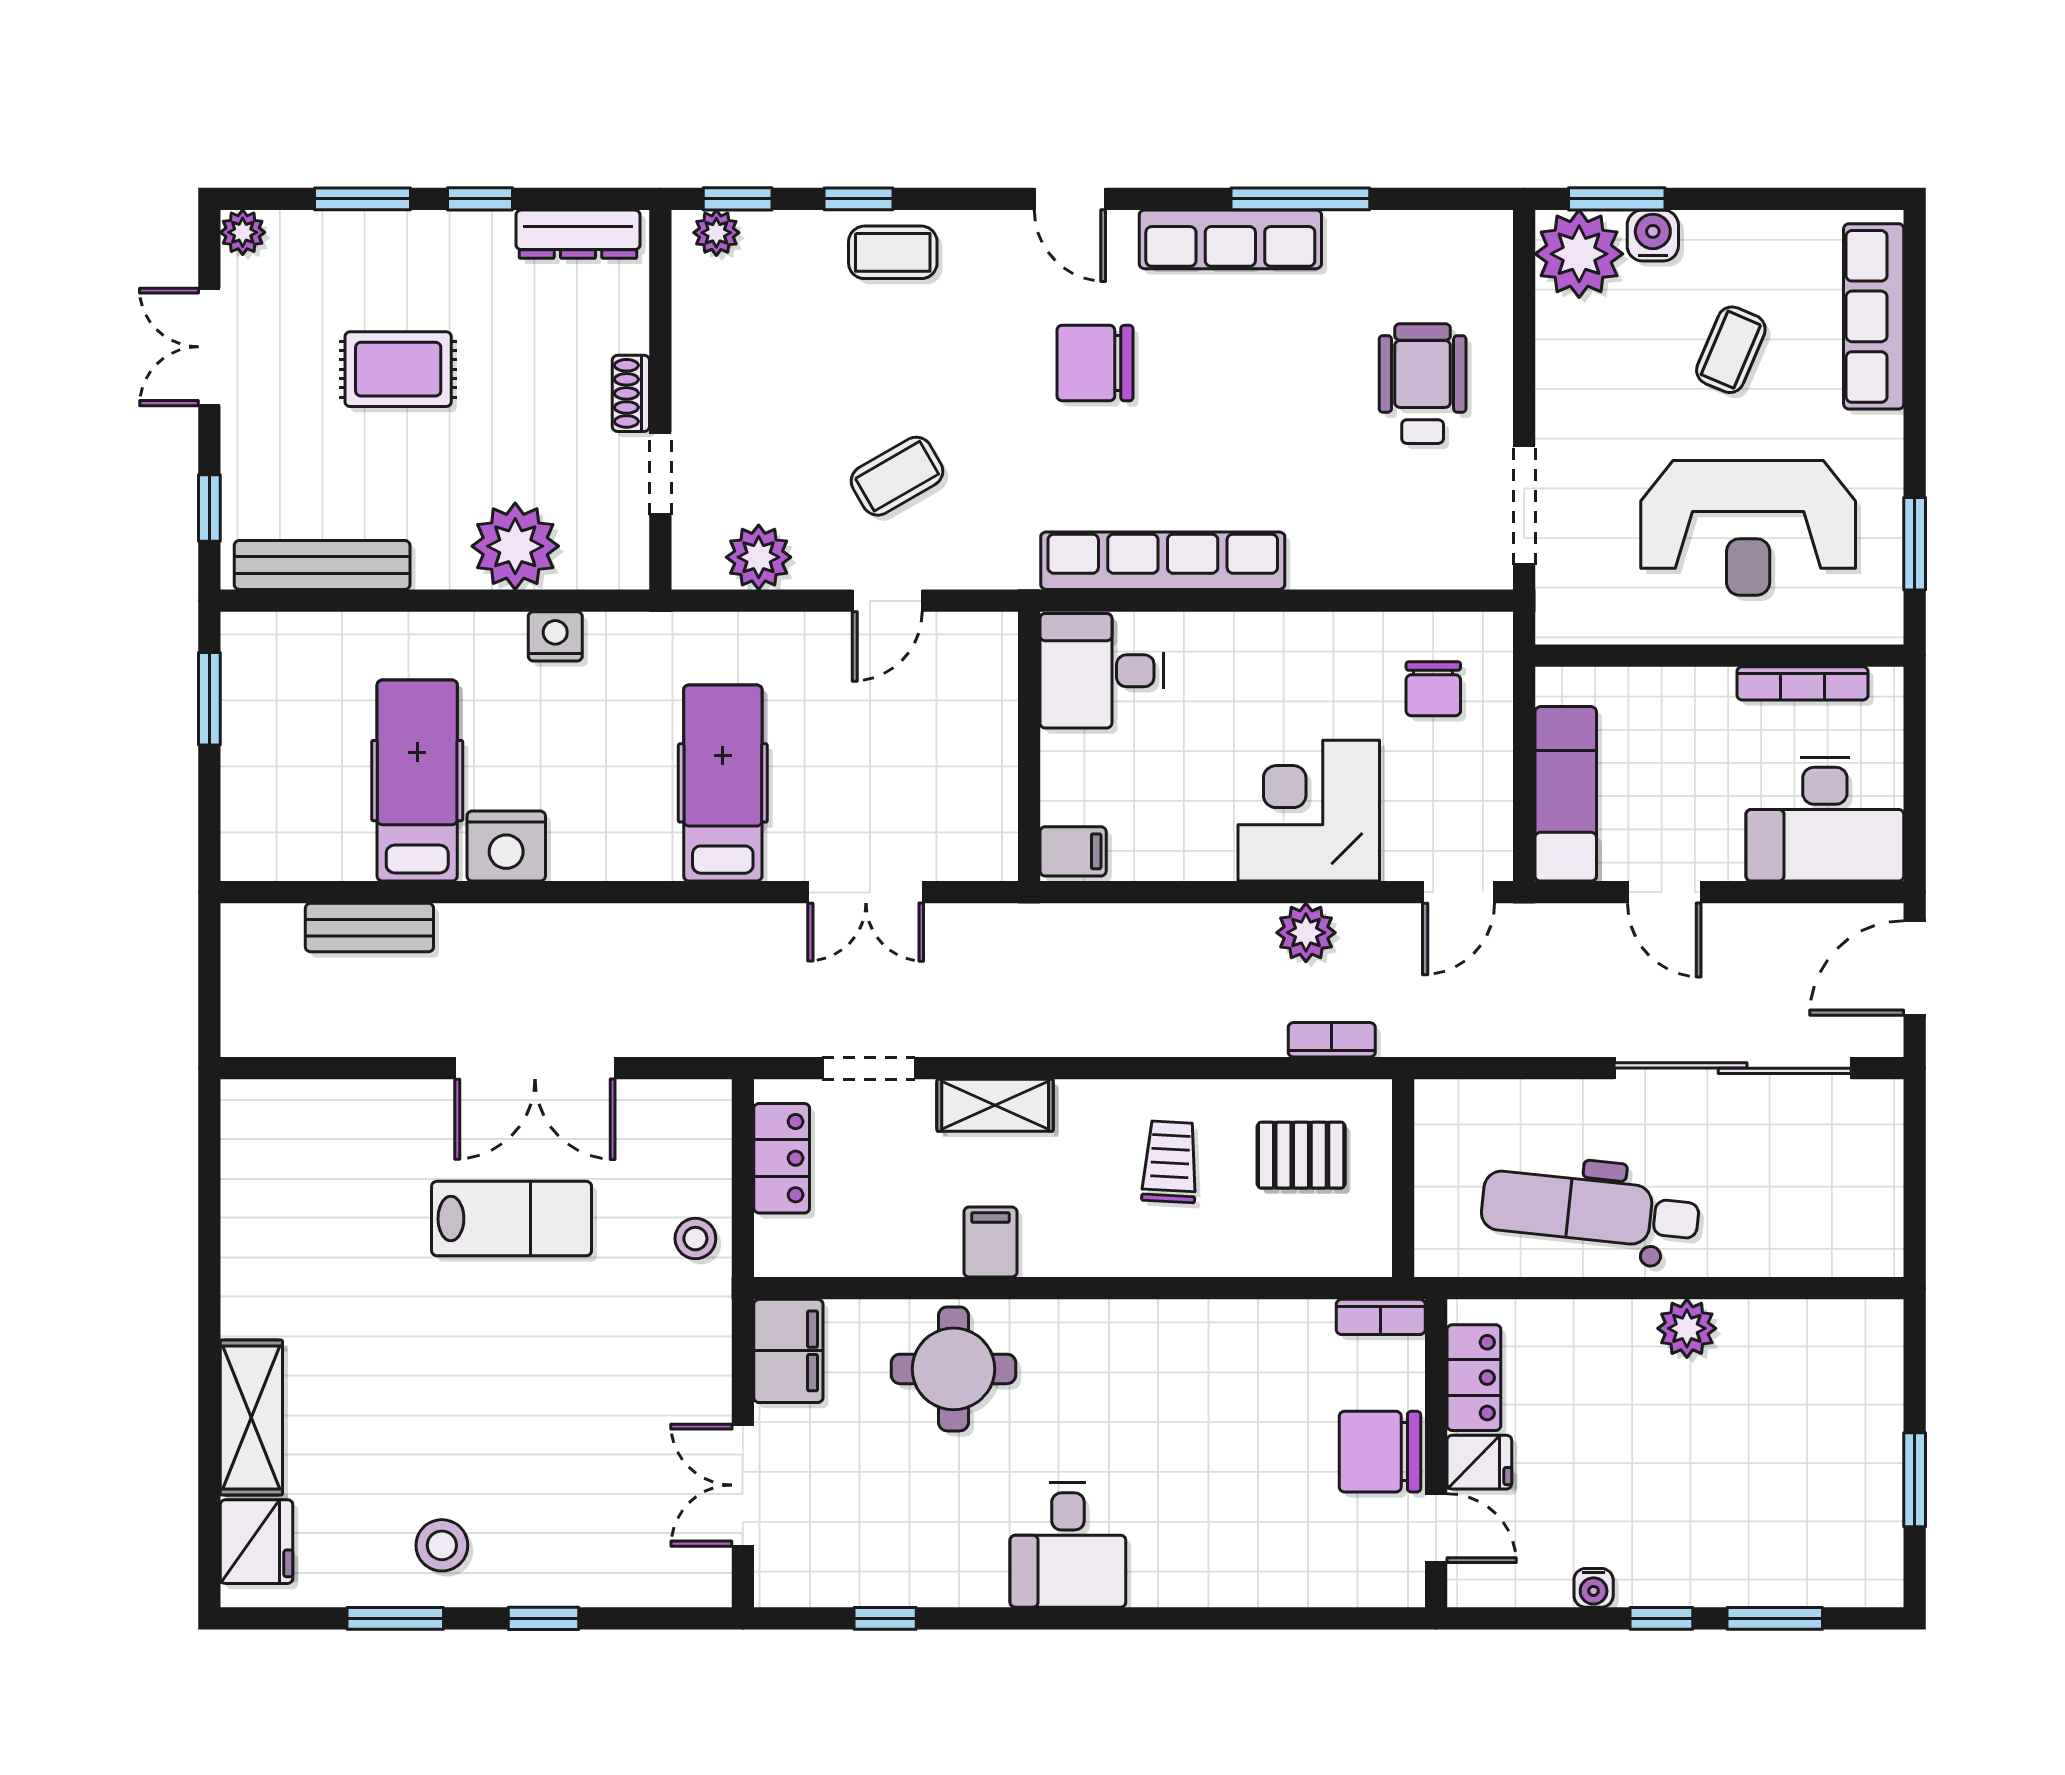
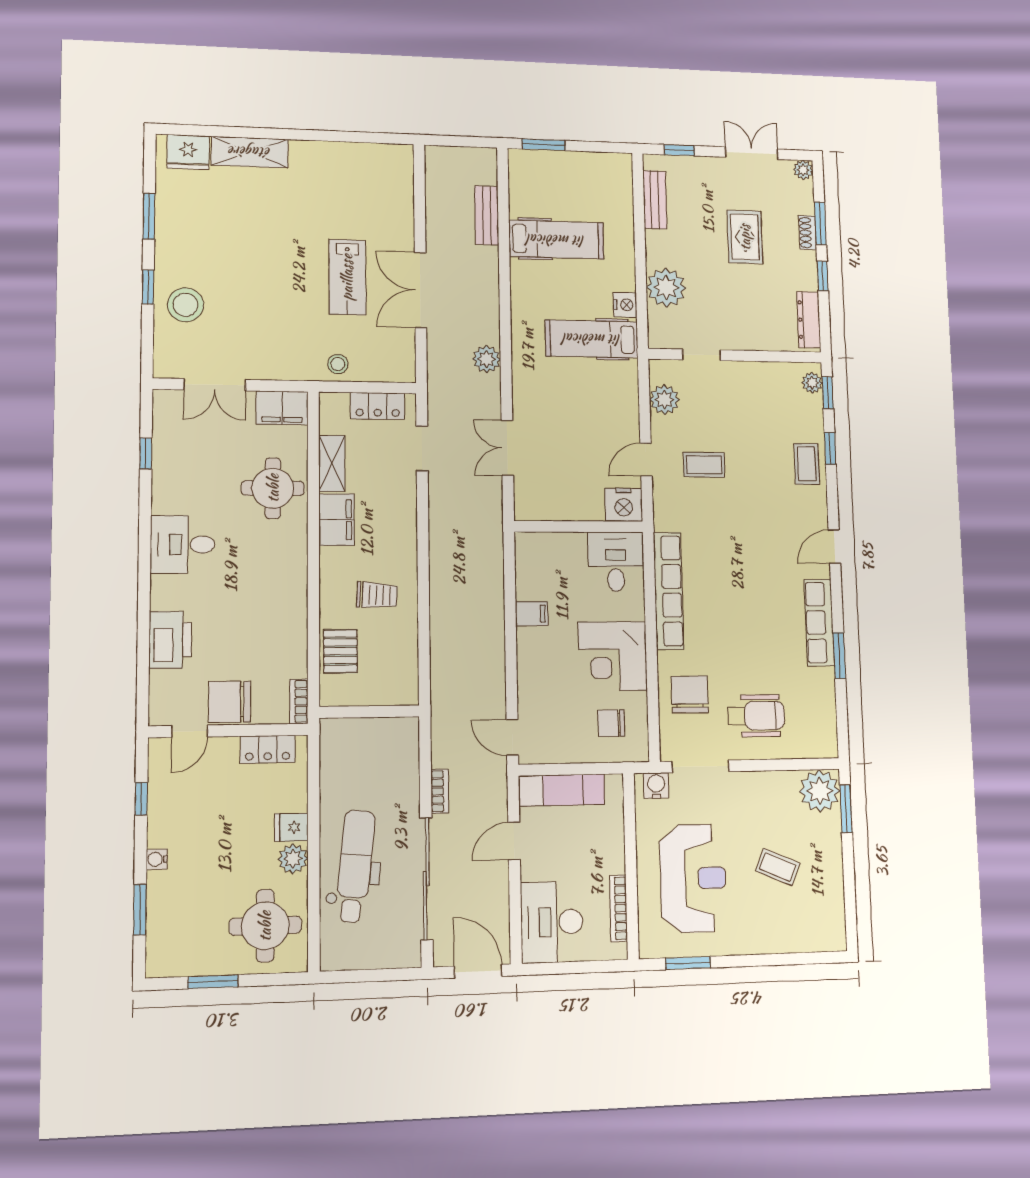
window: (1300, 199) -> (839, 656), width x0.69
water cooler: (1653, 236) -> (656, 786), moved, turned -90
row of seats: (1874, 316) -> (796, 938), removed
chair: (1095, 363) -> (690, 694), moved
shoe rack: (631, 393) -> (808, 233), moved, turned -90
coffee table: (897, 476) -> (704, 465), turned -60
reception desk: (1748, 528) -> (693, 878), turned 180
bench: (322, 565) -> (655, 200), width x0.73
door: (887, 601) -> (646, 460), hinge flipped
window: (209, 699) -> (544, 145), moved
hospital bed: (723, 783) -> (592, 339), moved, turned 180
corner desk: (1309, 811) -> (613, 656), moved, turned 180
nightstand: (506, 846) -> (624, 505), moved, turned -90
filing cabinet: (1073, 851) -> (532, 614), moved, turned -90
plant: (1306, 933) -> (487, 359), moved
bookcase: (1332, 1040) -> (440, 791), moved
shelving: (995, 1105) -> (332, 463), moved
pallet: (1301, 1155) -> (340, 651), moved
dental chair: (1590, 1210) -> (355, 866), moved
filing cabinet: (990, 1242) -> (337, 520), width x2.00
round table: (1813, 1381) -> (265, 926), added
chair: (1380, 1452) -> (230, 702), turned -90
fridge: (1479, 1462) -> (291, 827), moved, turned 90
double door: (743, 1485) -> (215, 385), swing flipped
stool: (442, 1545) -> (186, 305), moved, width x1.38, depth x1.38
printer: (1257, 1567) -> (170, 640), added
water cooler: (1594, 1588) -> (157, 859), moved
window: (1661, 1618) -> (141, 799), moved

